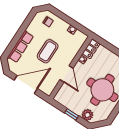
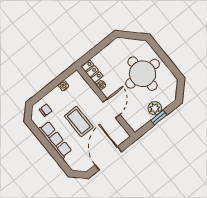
row of seats: (20, 47) -> (55, 140), moved
door: (67, 74) -> (111, 108), hinge flipped
plant: (88, 115) -> (155, 108), moved

